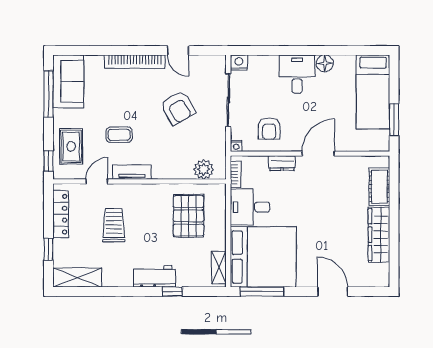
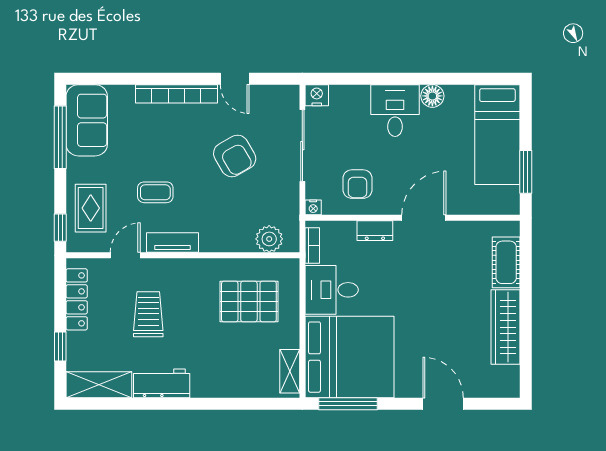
pallet: (189, 216) -> (249, 302), turned 90
workbench: (154, 276) -> (162, 383), moved
window: (173, 292) -> (227, 404), removed

